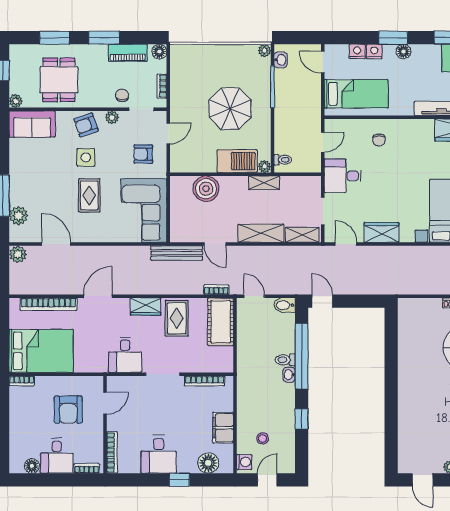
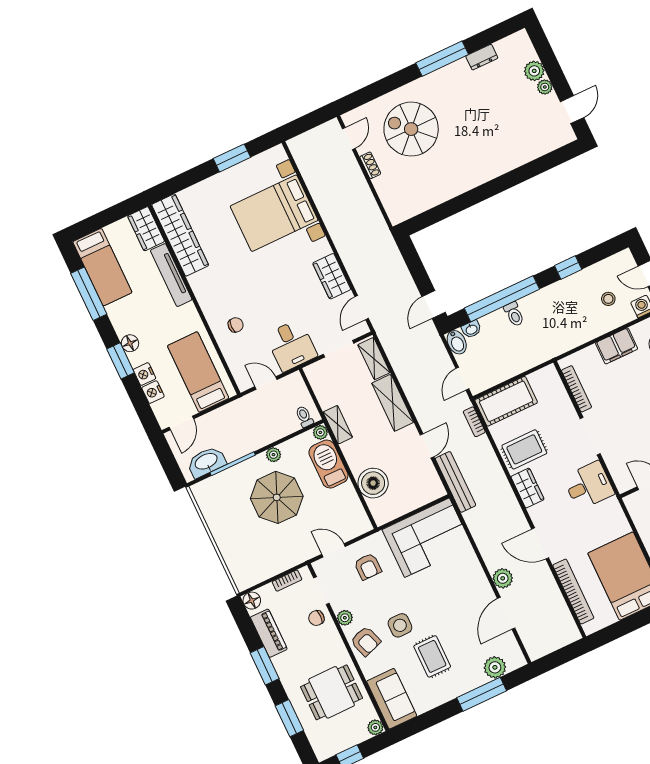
plant: (264, 50) -> (273, 455), moved
washbasin: (281, 60) -> (206, 462), width x1.91, depth x1.45
rug: (89, 195) -> (432, 656), moved, turned 90
plant: (18, 254) -> (503, 578), moved
washbasin: (289, 375) -> (471, 329), moved

